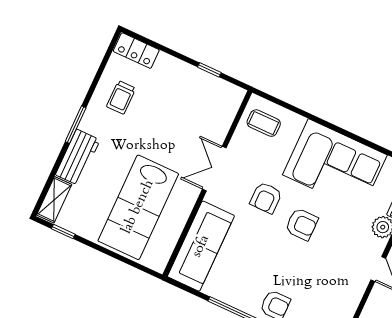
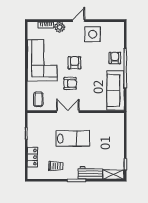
locker: (136, 51) -> (32, 157), moved
double door: (214, 169) -> (68, 112), swing flipped
lab bench: (138, 207) -> (73, 139), moved, width x0.73, depth x0.72
sofa: (201, 246) -> (116, 90), moved, turned -90
side table: (340, 284) -> (93, 34), added

